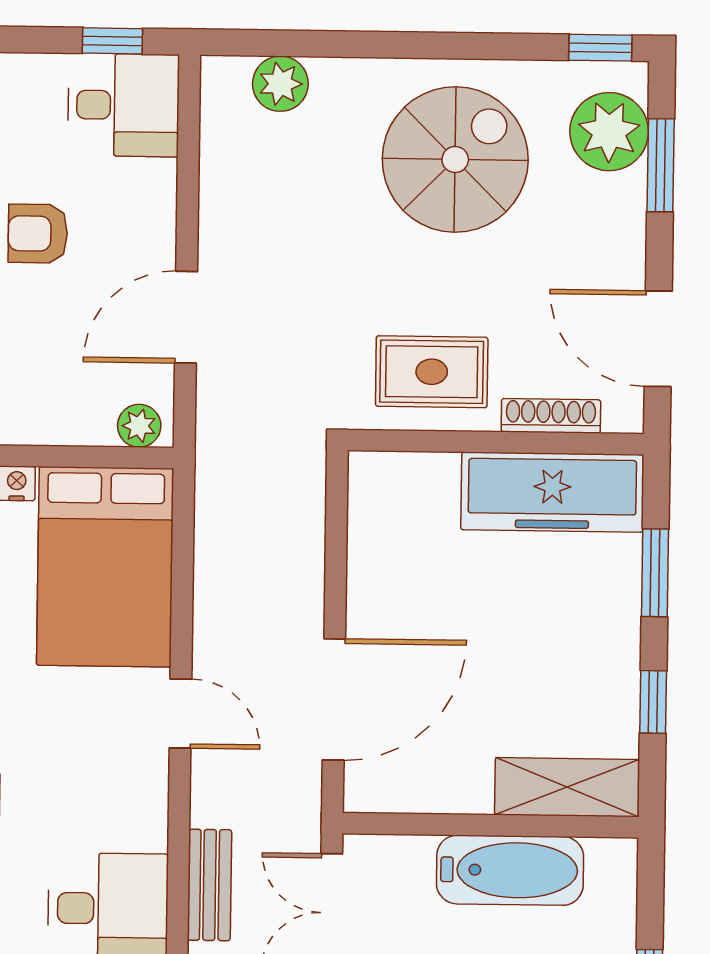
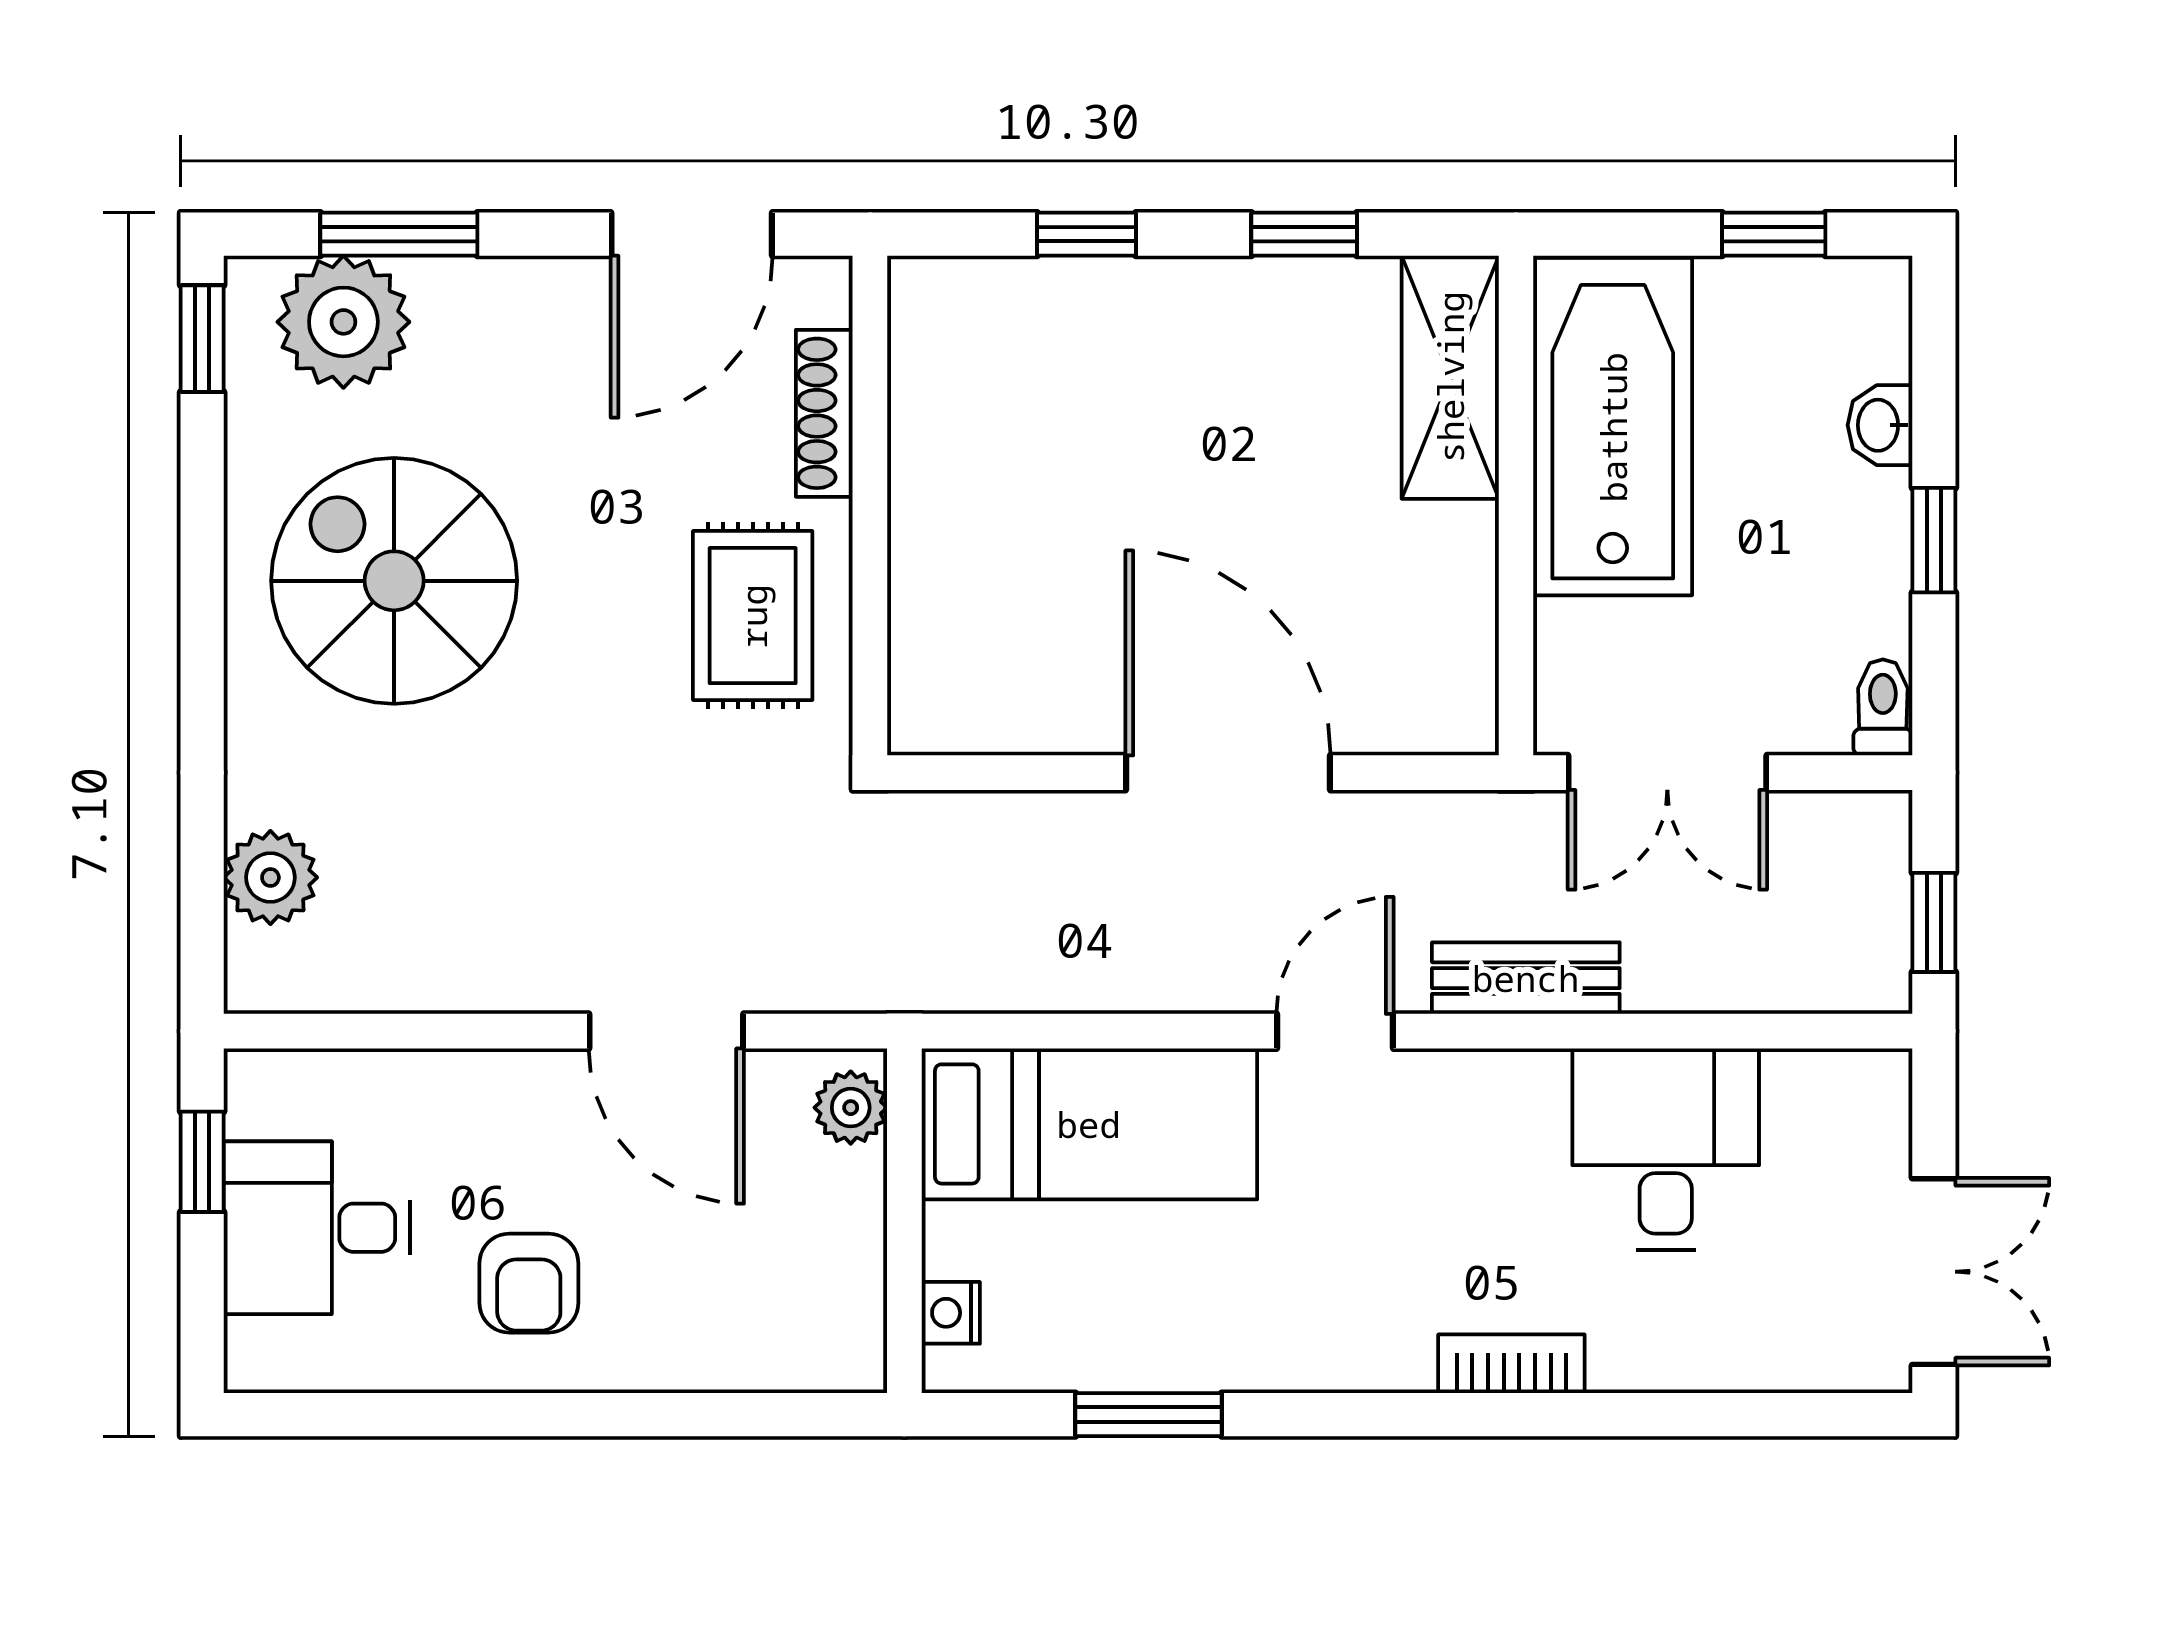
desk: (123, 105) -> (317, 1228), moved, turned -90
freezer: (552, 492) -> (953, 409), removed
bed: (105, 567) -> (1089, 1124), width x0.67
window: (655, 573) -> (1087, 234), width x0.67
door: (334, 699) -> (1228, 773), moved
bathtub: (510, 870) -> (1613, 427), width x1.36, depth x1.36
bench: (210, 885) -> (1526, 978), moved

